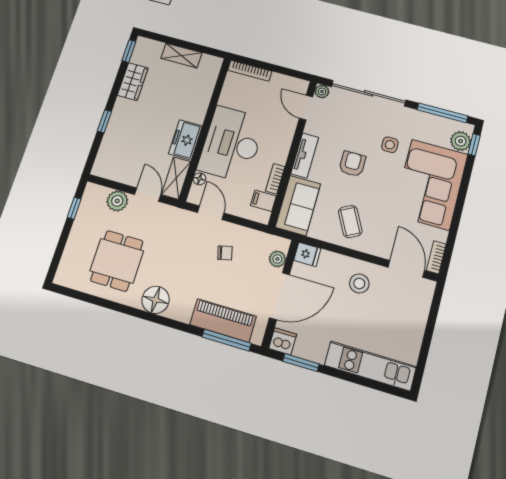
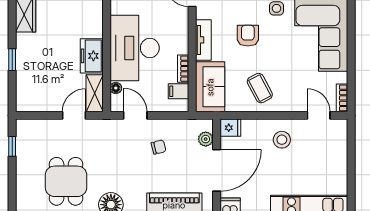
door: (148, 195) -> (74, 115), hinge flipped
plant: (117, 201) -> (49, 129), removed
door: (406, 269) -> (319, 115), width x0.73

